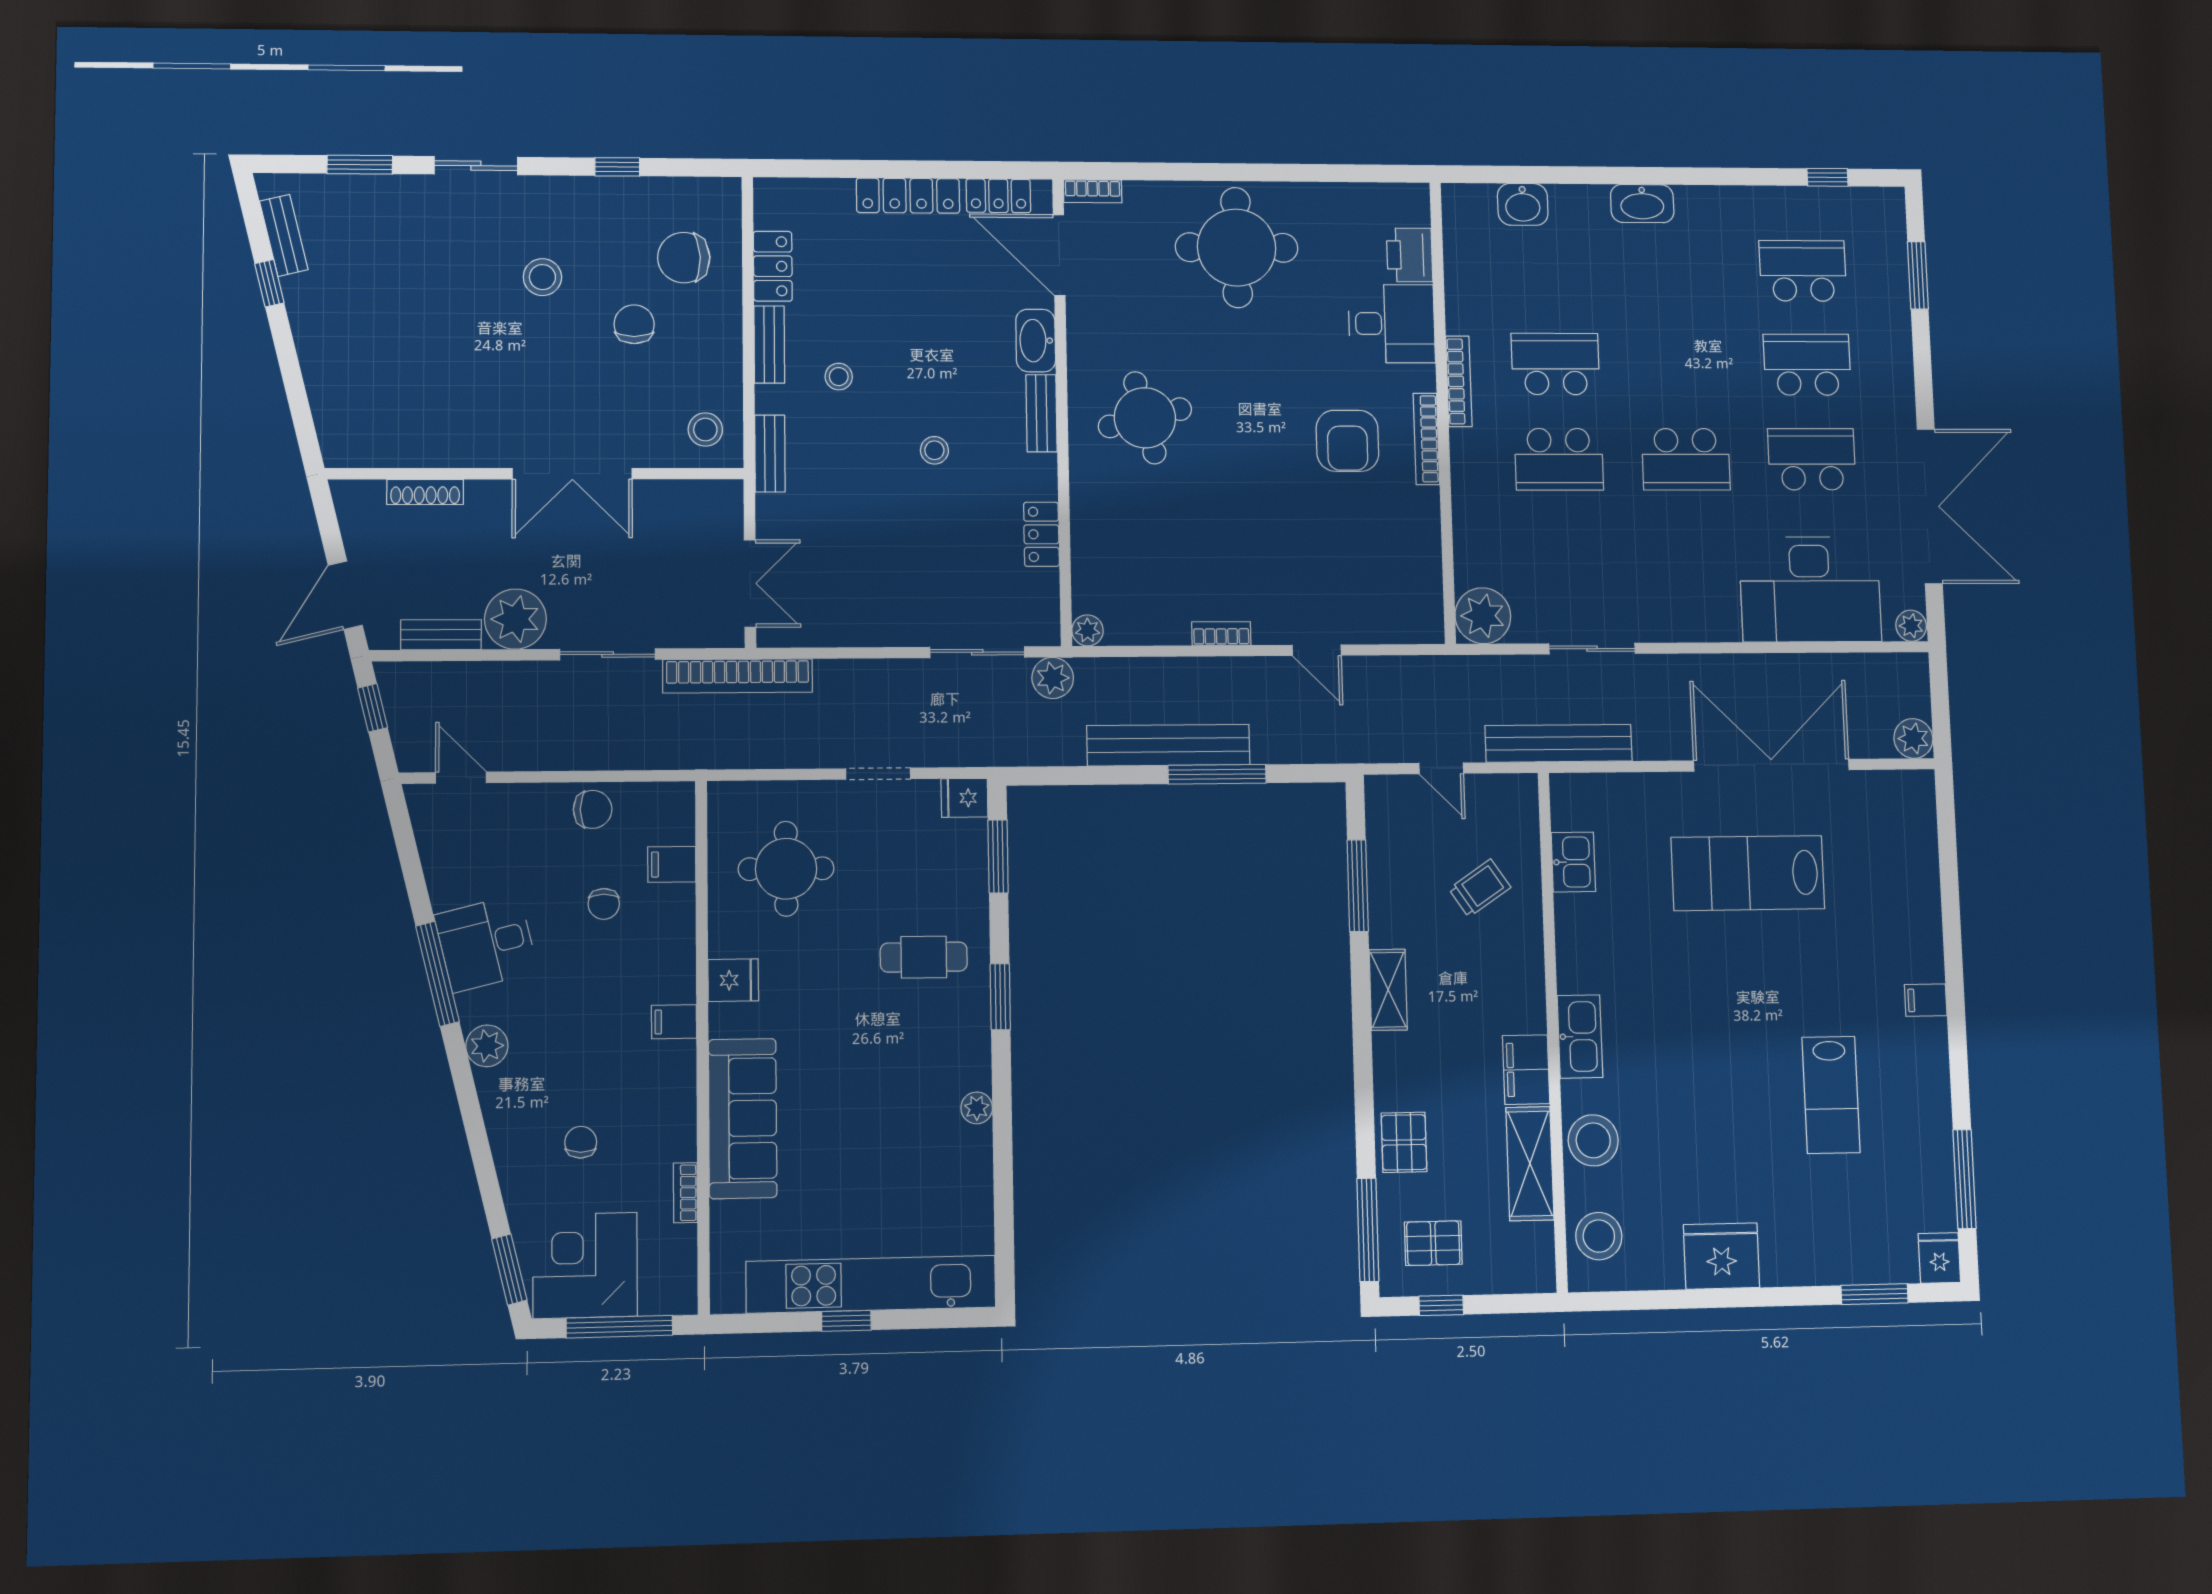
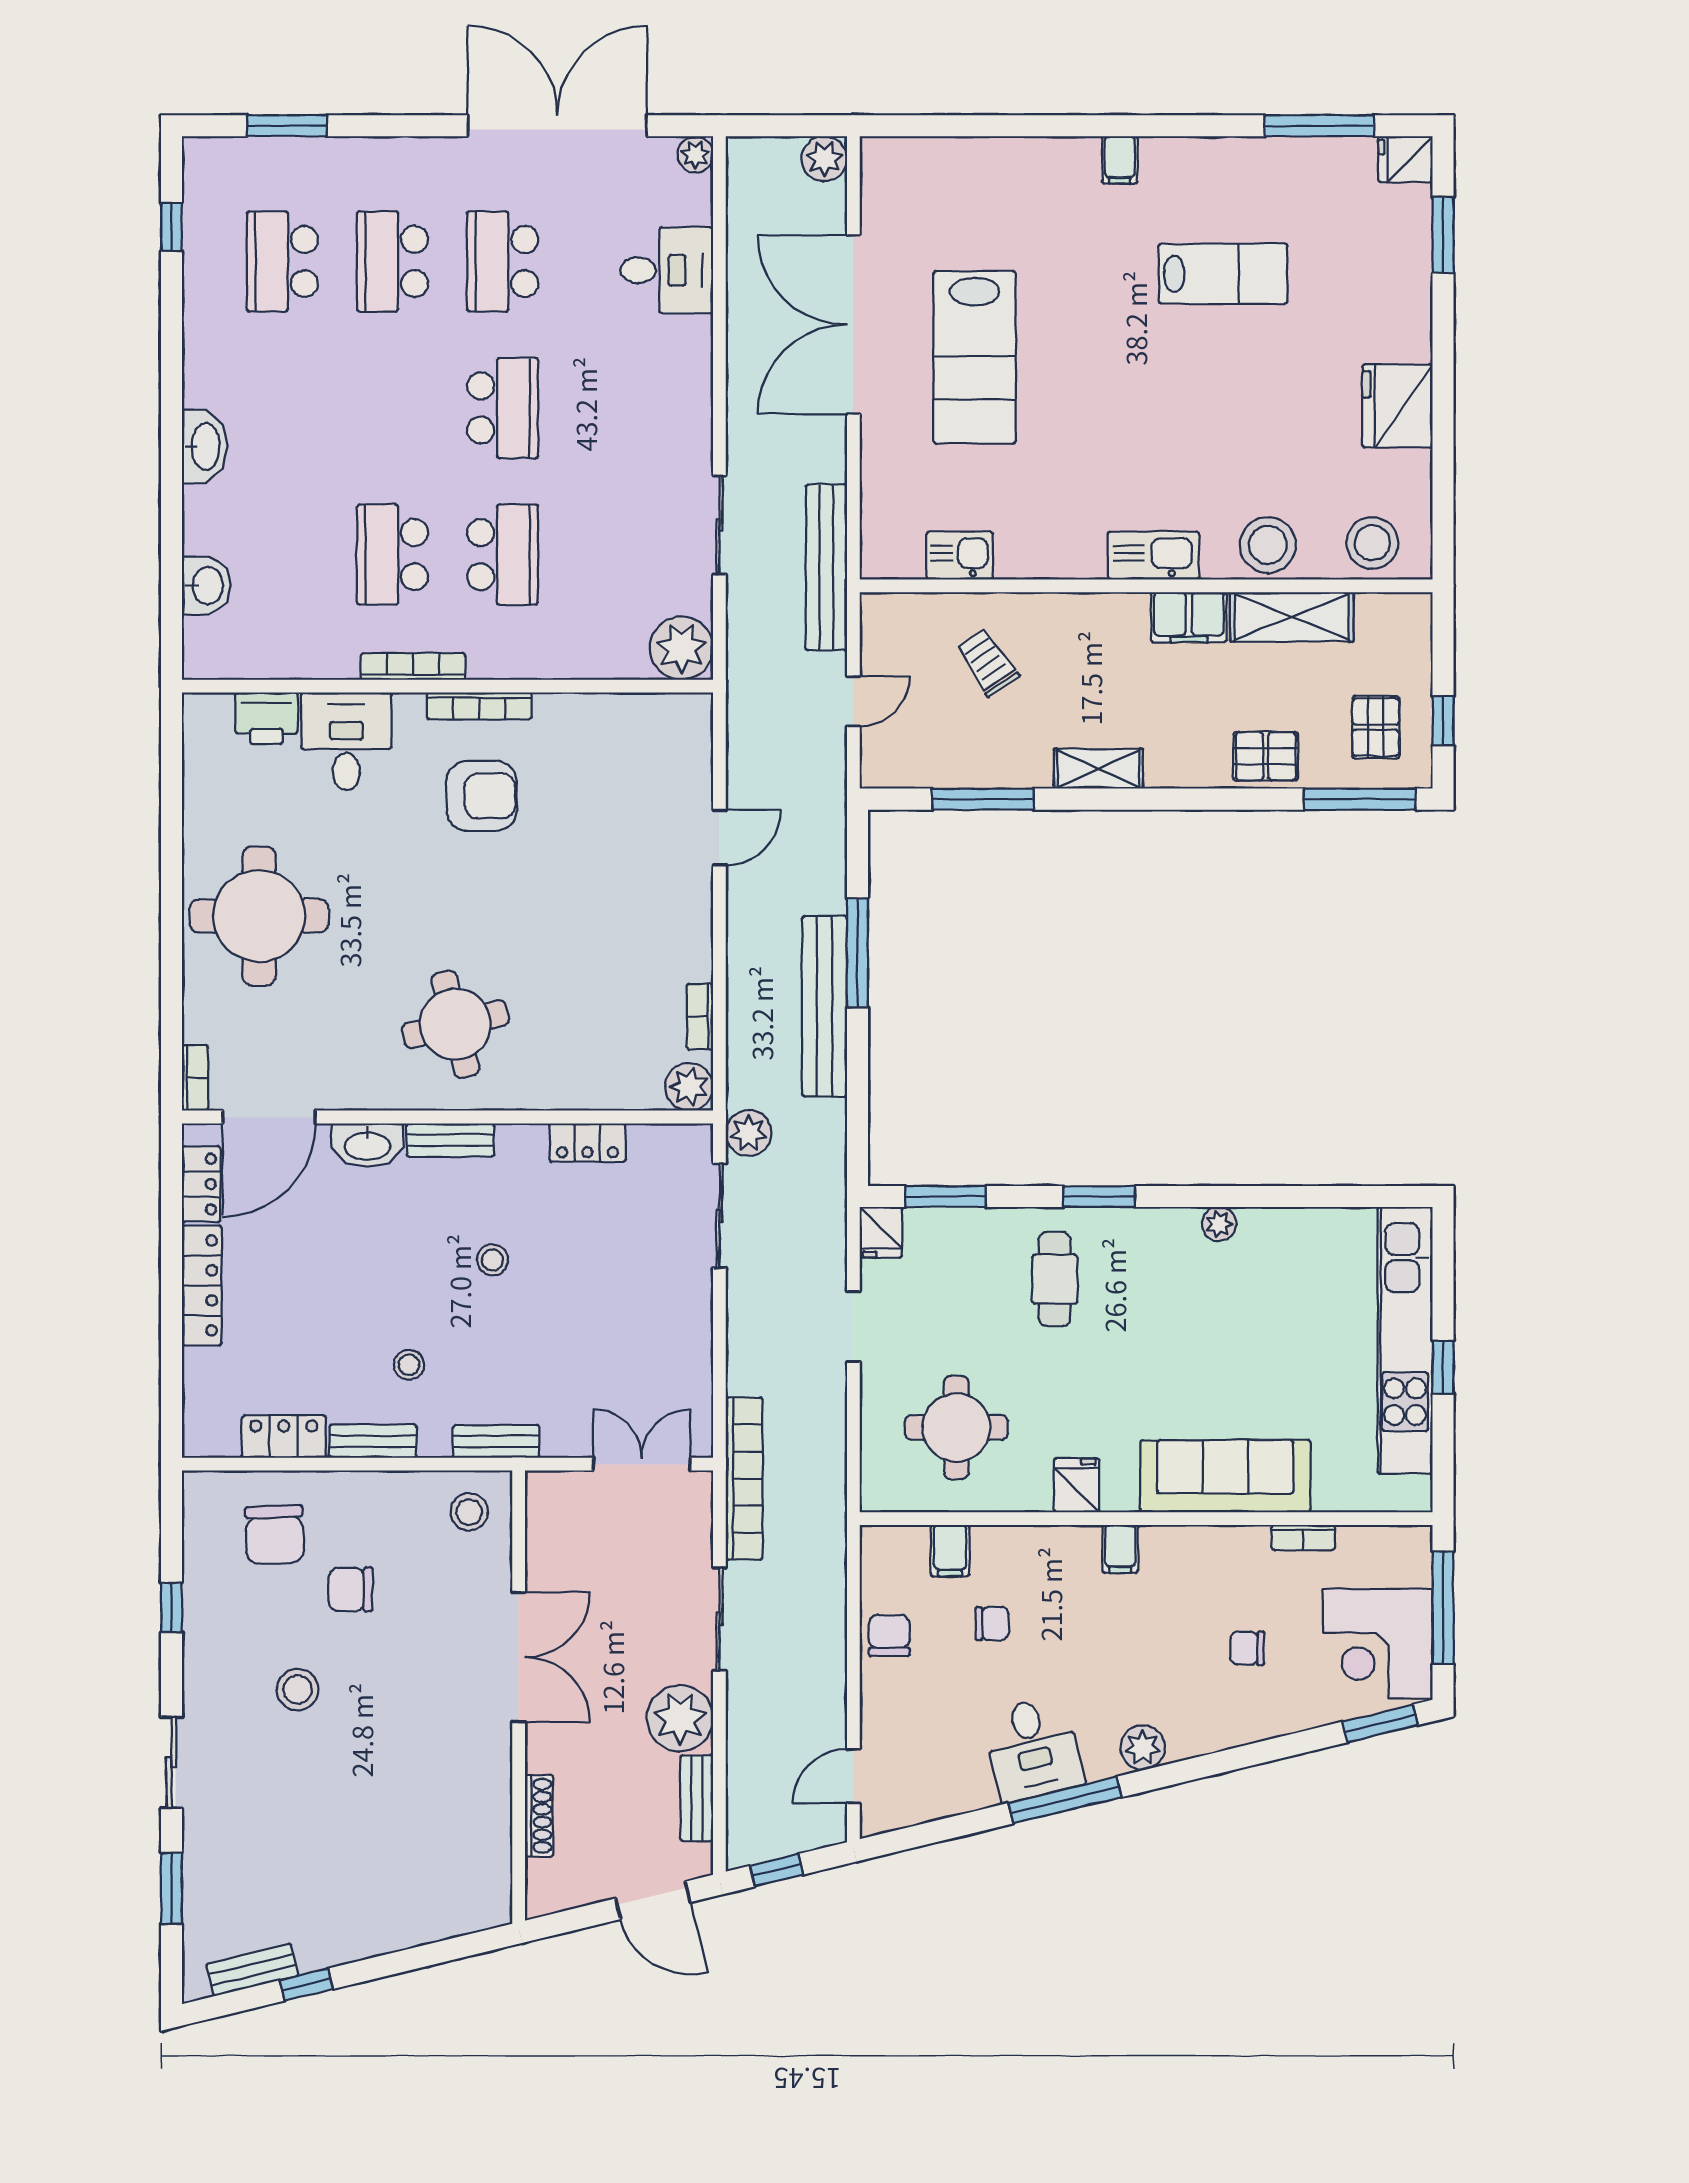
desk: (1810, 589) -> (667, 270), width x0.53, depth x0.77
plant: (1088, 630) -> (689, 1087), width x1.38, depth x1.38
bookcase: (1221, 633) -> (700, 1016), moved

